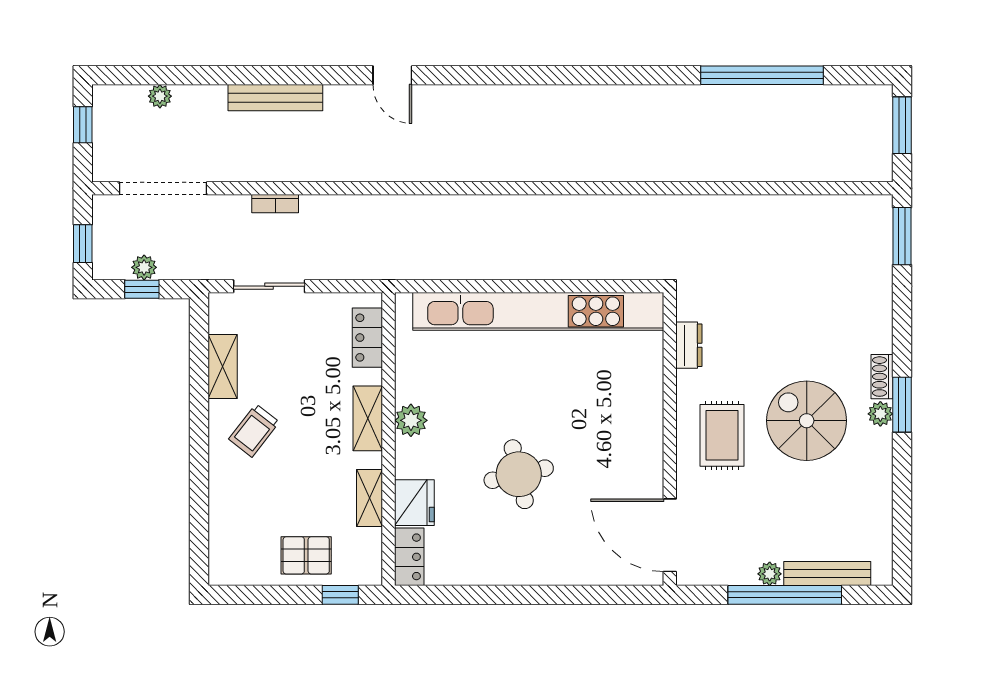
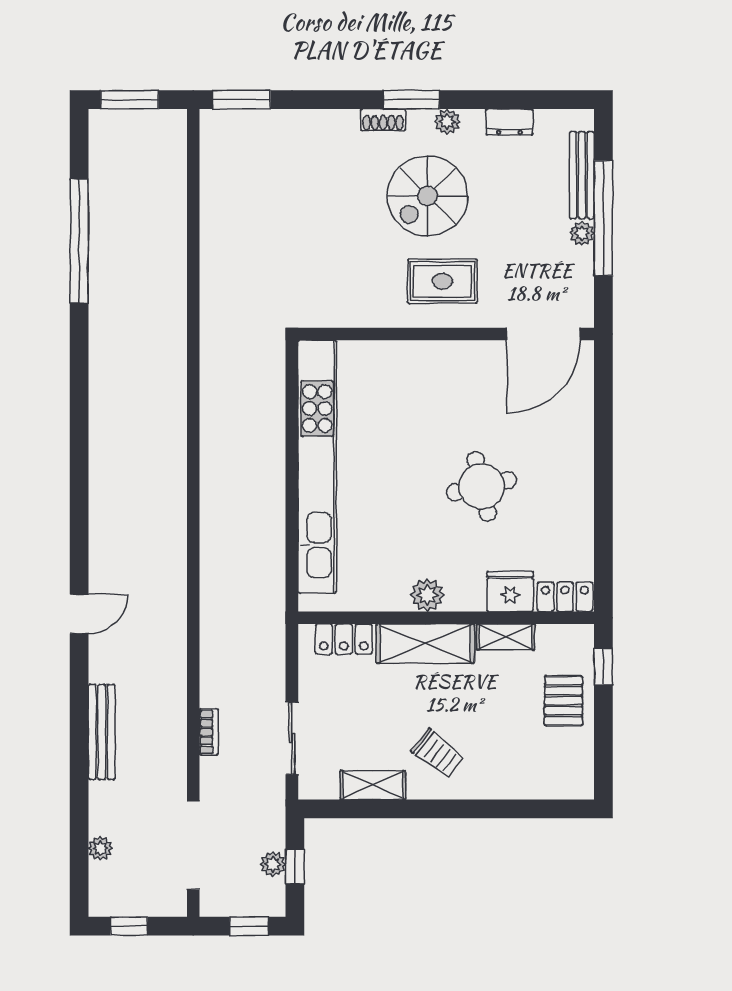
dresser: (689, 345) -> (509, 122), moved, turned 180
plant: (880, 414) -> (447, 122), moved
shelving: (368, 418) -> (425, 644), width x1.50, depth x1.33

